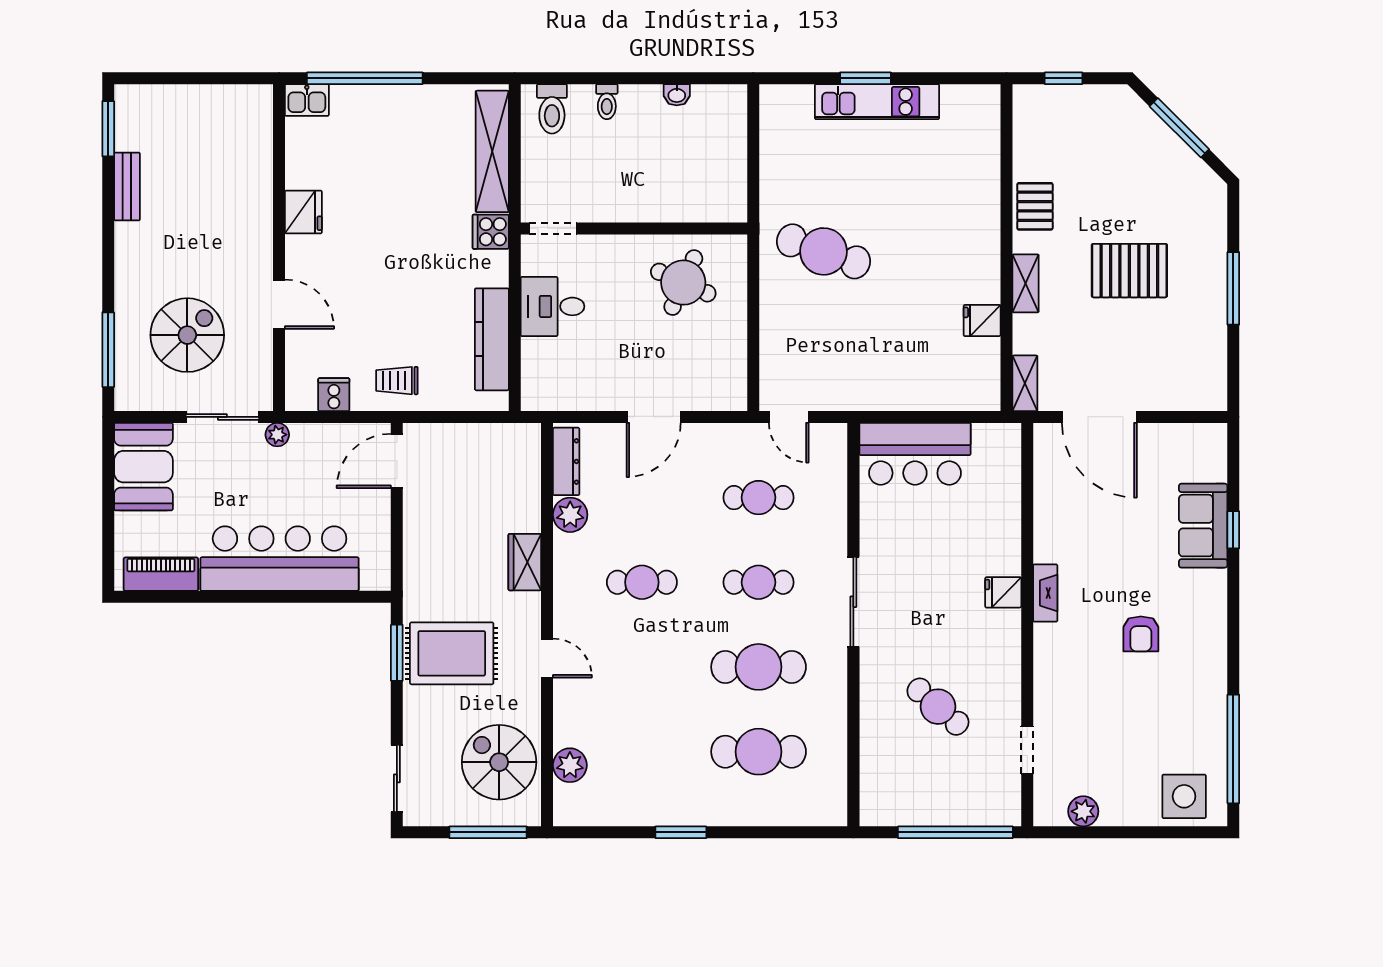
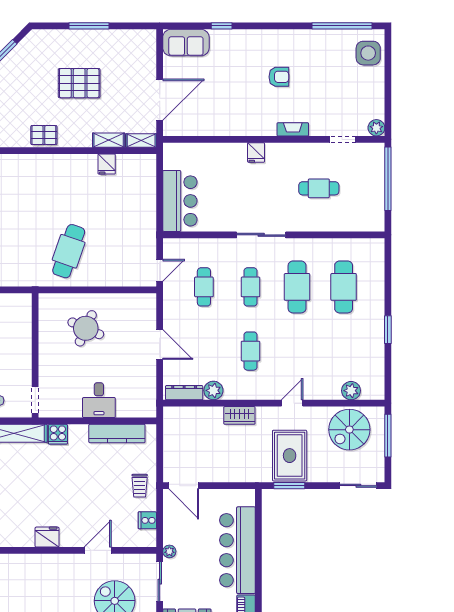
doorway: (553, 228) -> (35, 400), moved
wall: (634, 228) -> (35, 355), moved
pallet: (1129, 271) -> (79, 83), turned 90
shelving: (1026, 283) -> (109, 140), moved
sofa: (1203, 526) -> (186, 43), moved
fireplace: (1045, 593) -> (293, 129), moved
cafe table: (938, 707) -> (319, 188), turned 49
plant: (1083, 811) -> (376, 128), moved

